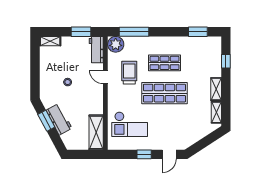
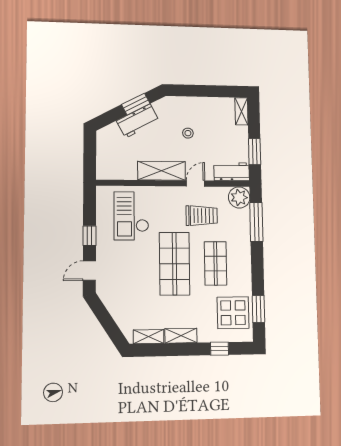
display table: (200, 51) -> (233, 313), added
shelving: (96, 132) -> (162, 171), moved
door: (169, 154) -> (89, 271), hinge flipped

